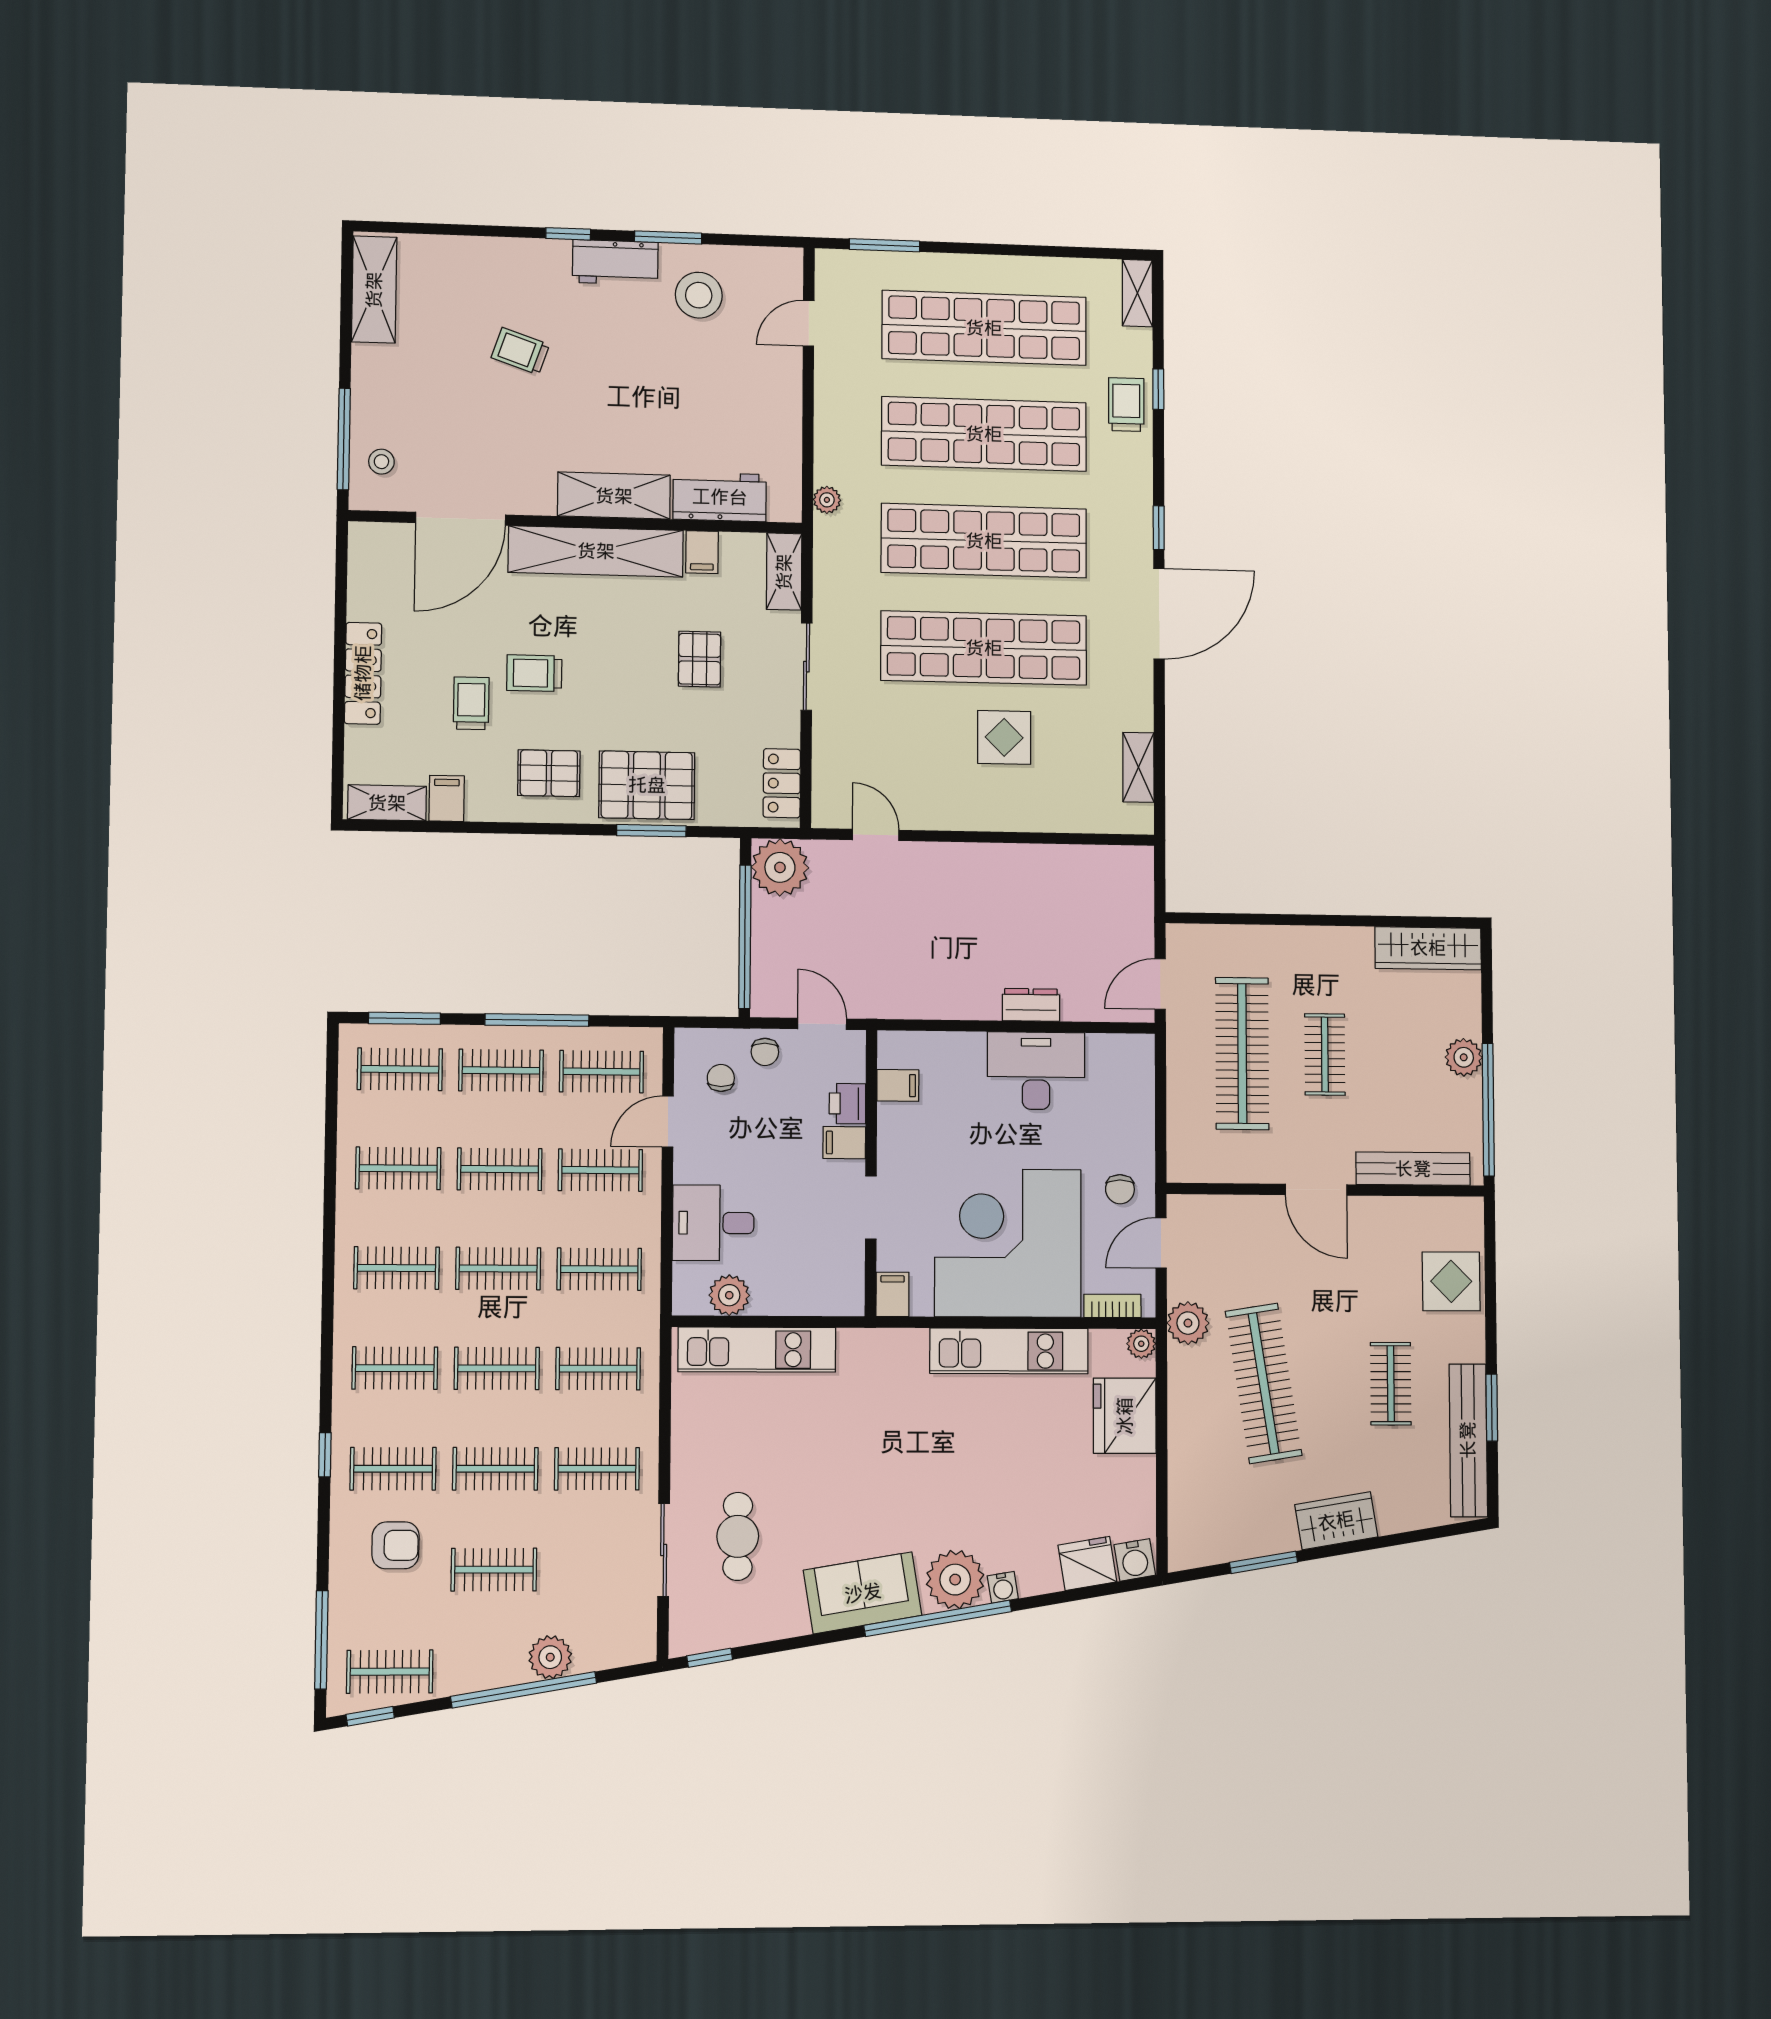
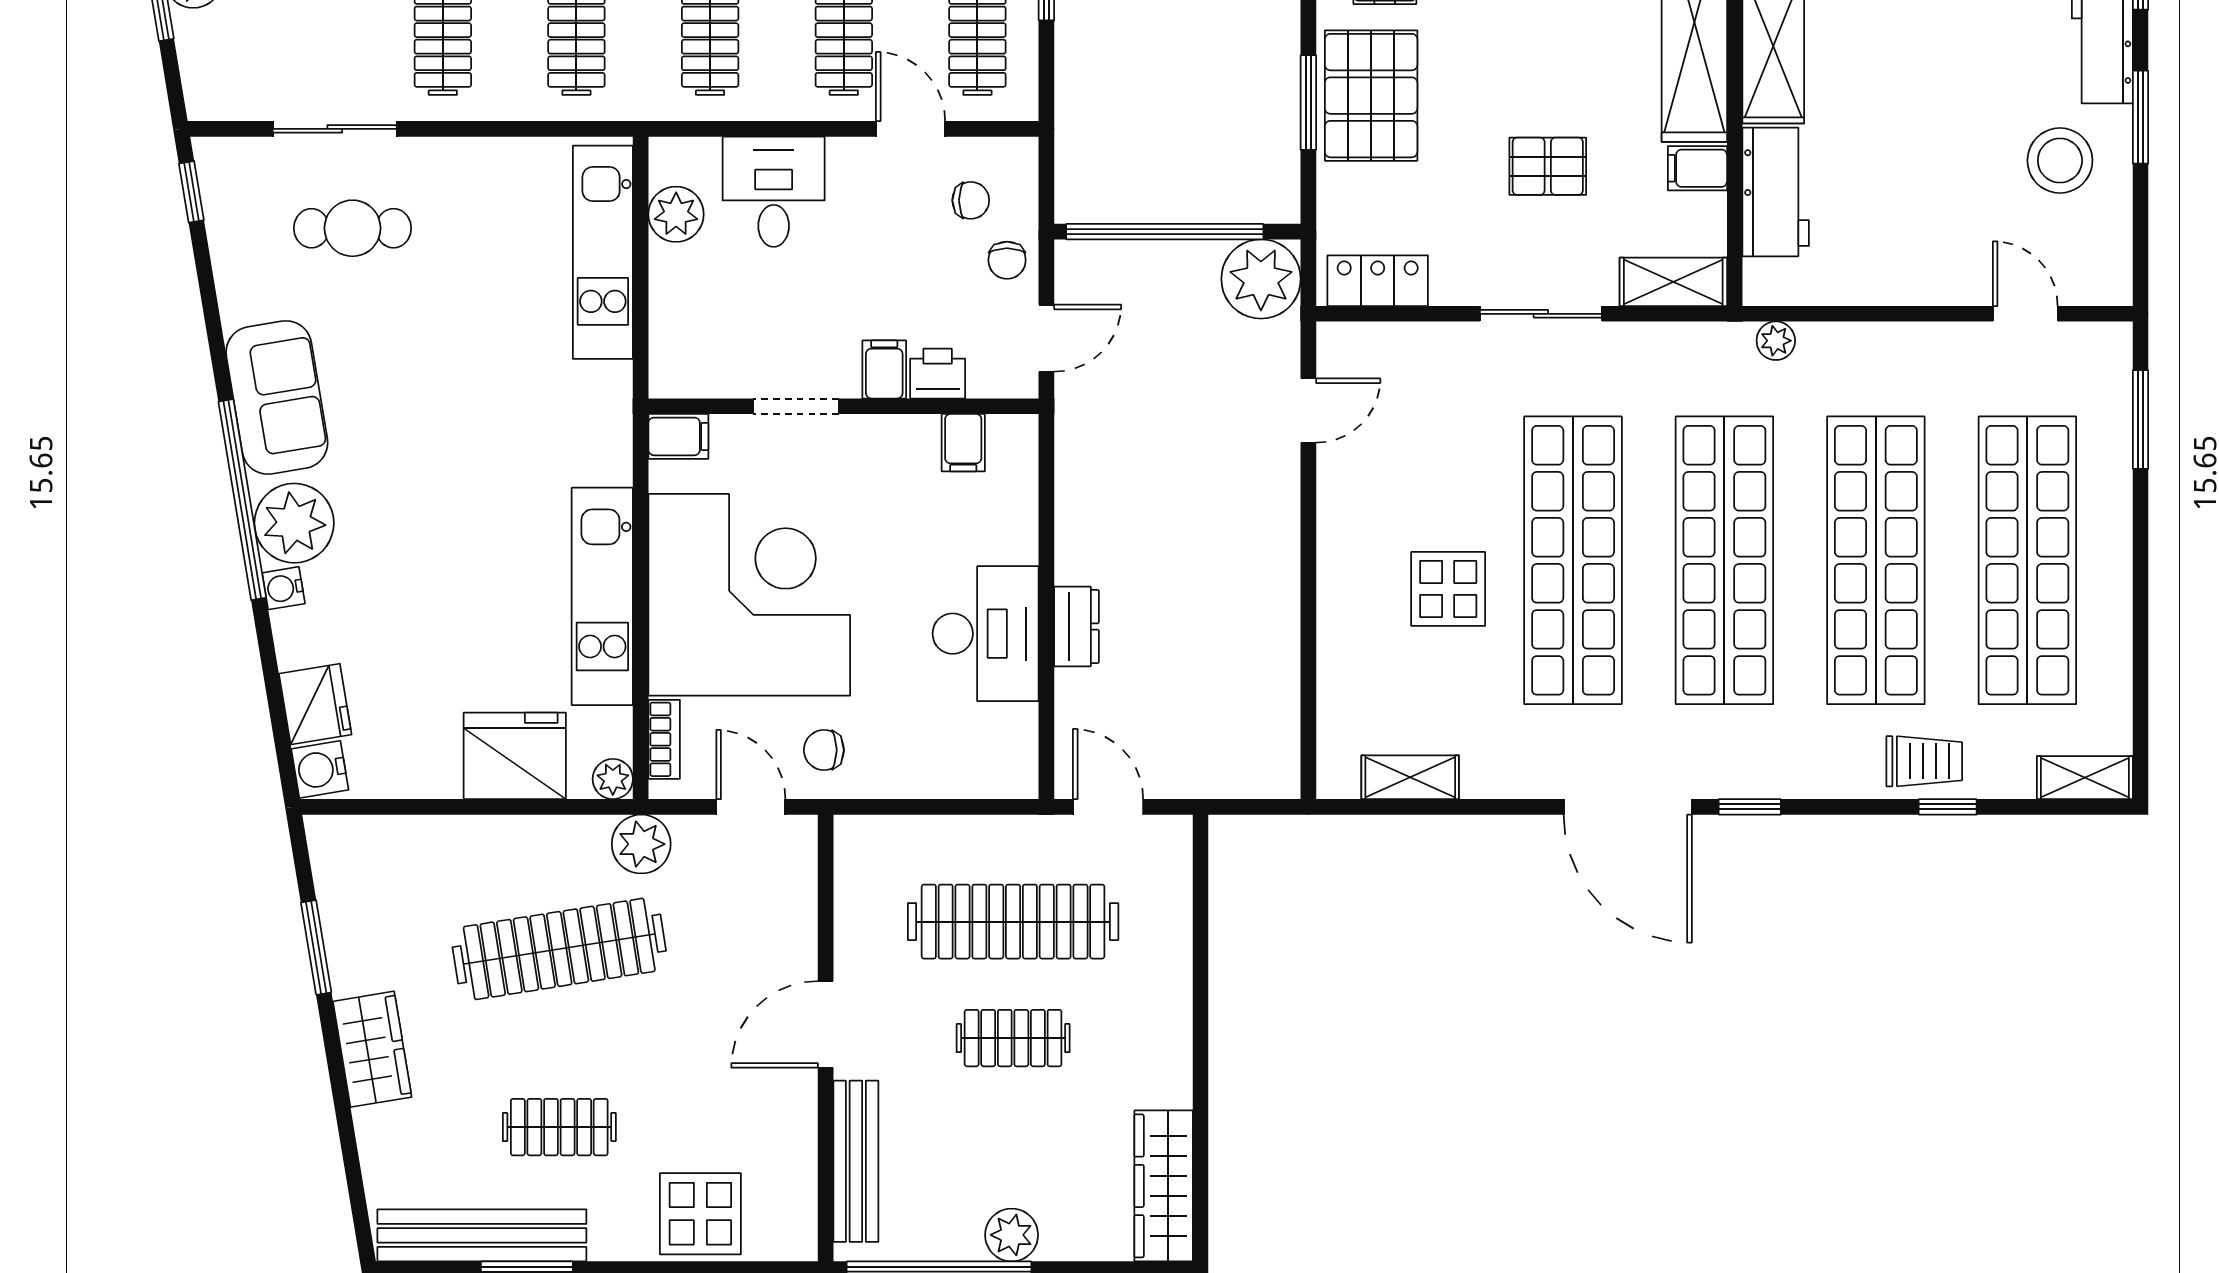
chair: (765, 1052) -> (1007, 260), turned -90

